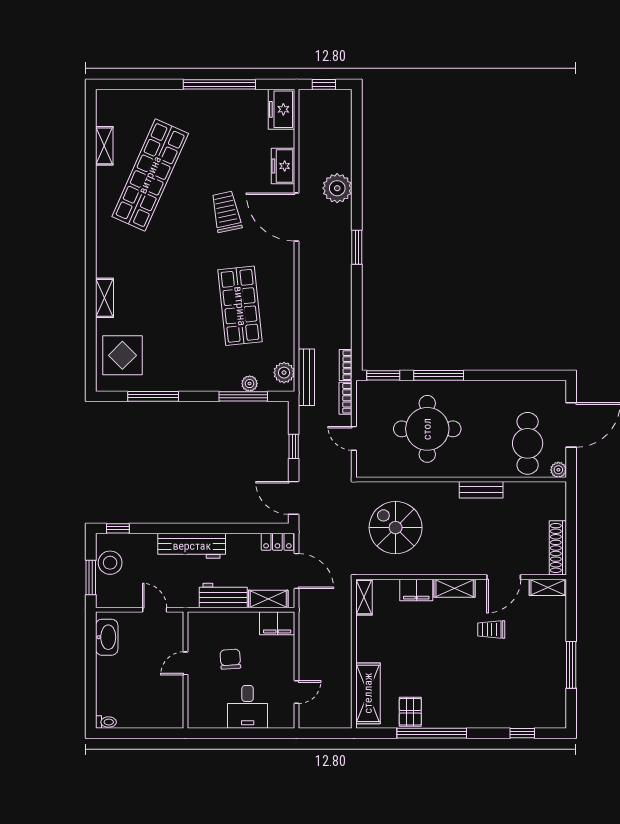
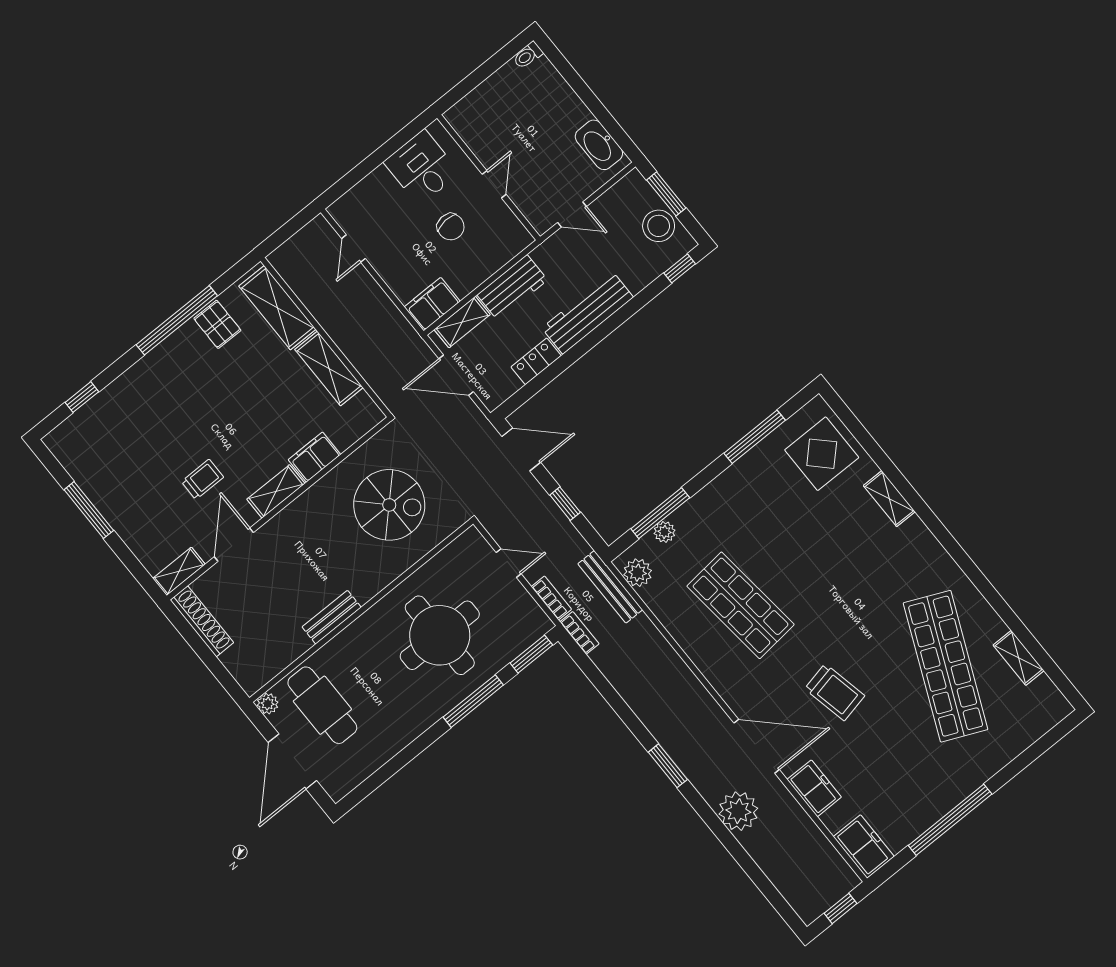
locker: (277, 542) -> (536, 361), moved
shelving: (364, 597) -> (329, 368), moved, width x1.50, depth x1.33
desk: (248, 707) -> (422, 168), moved

